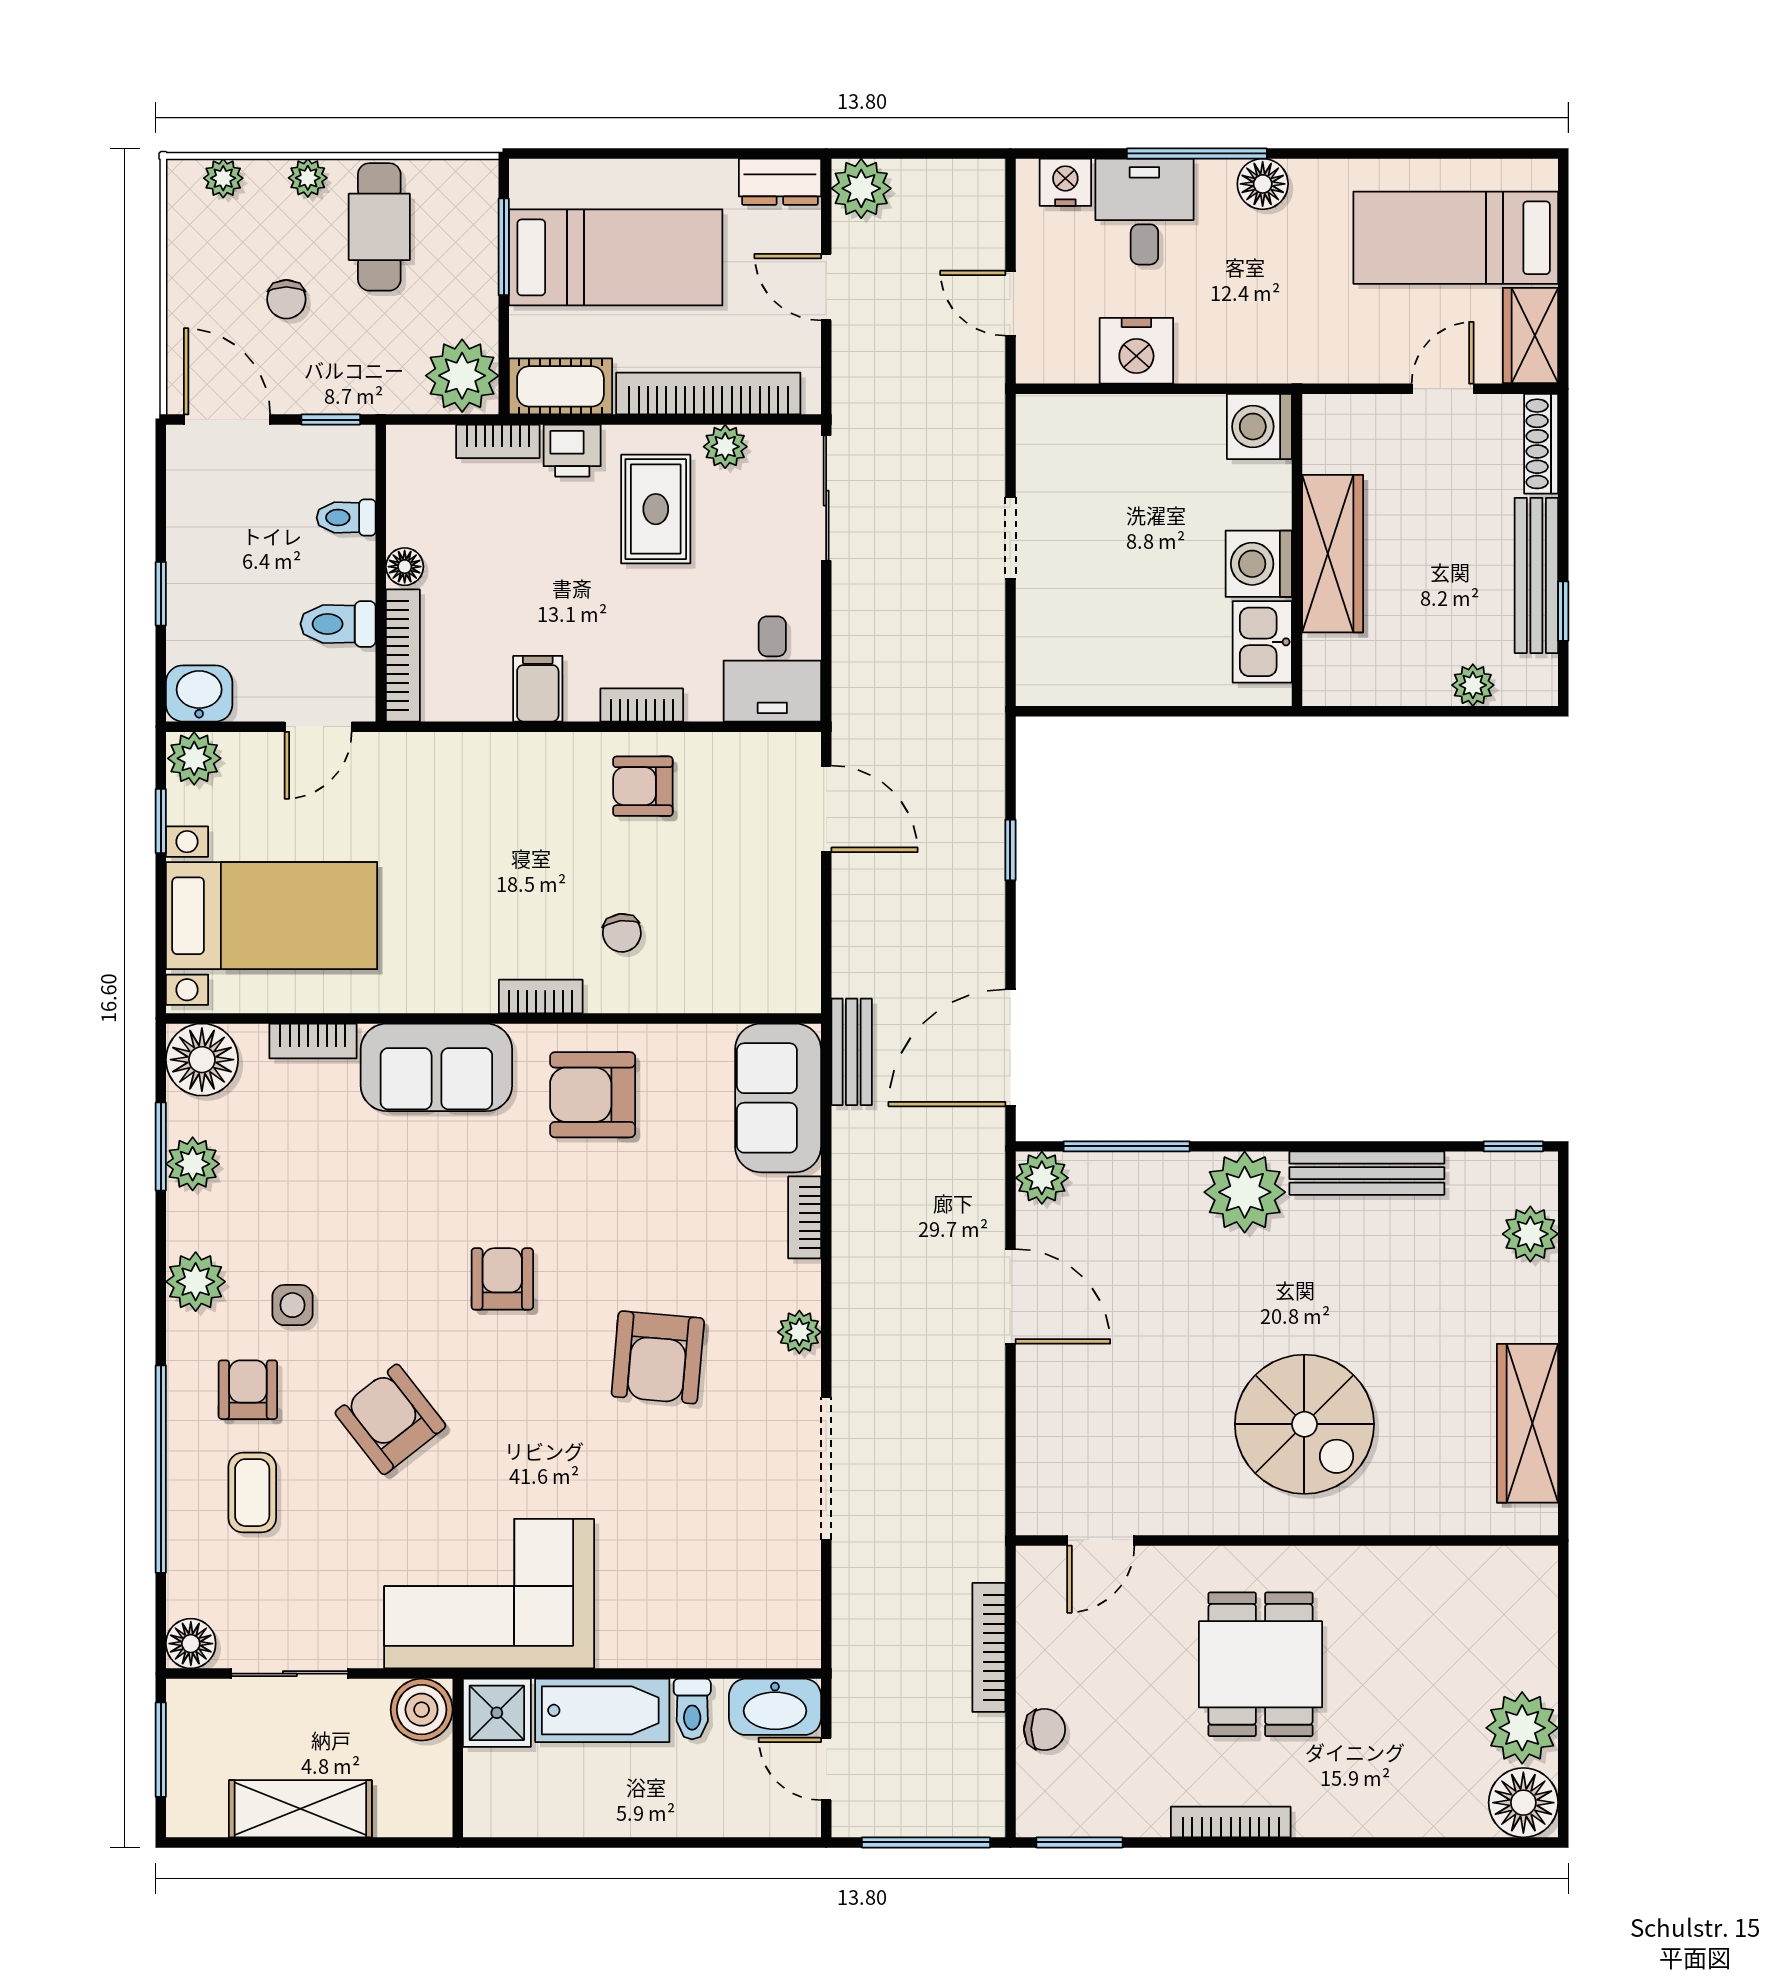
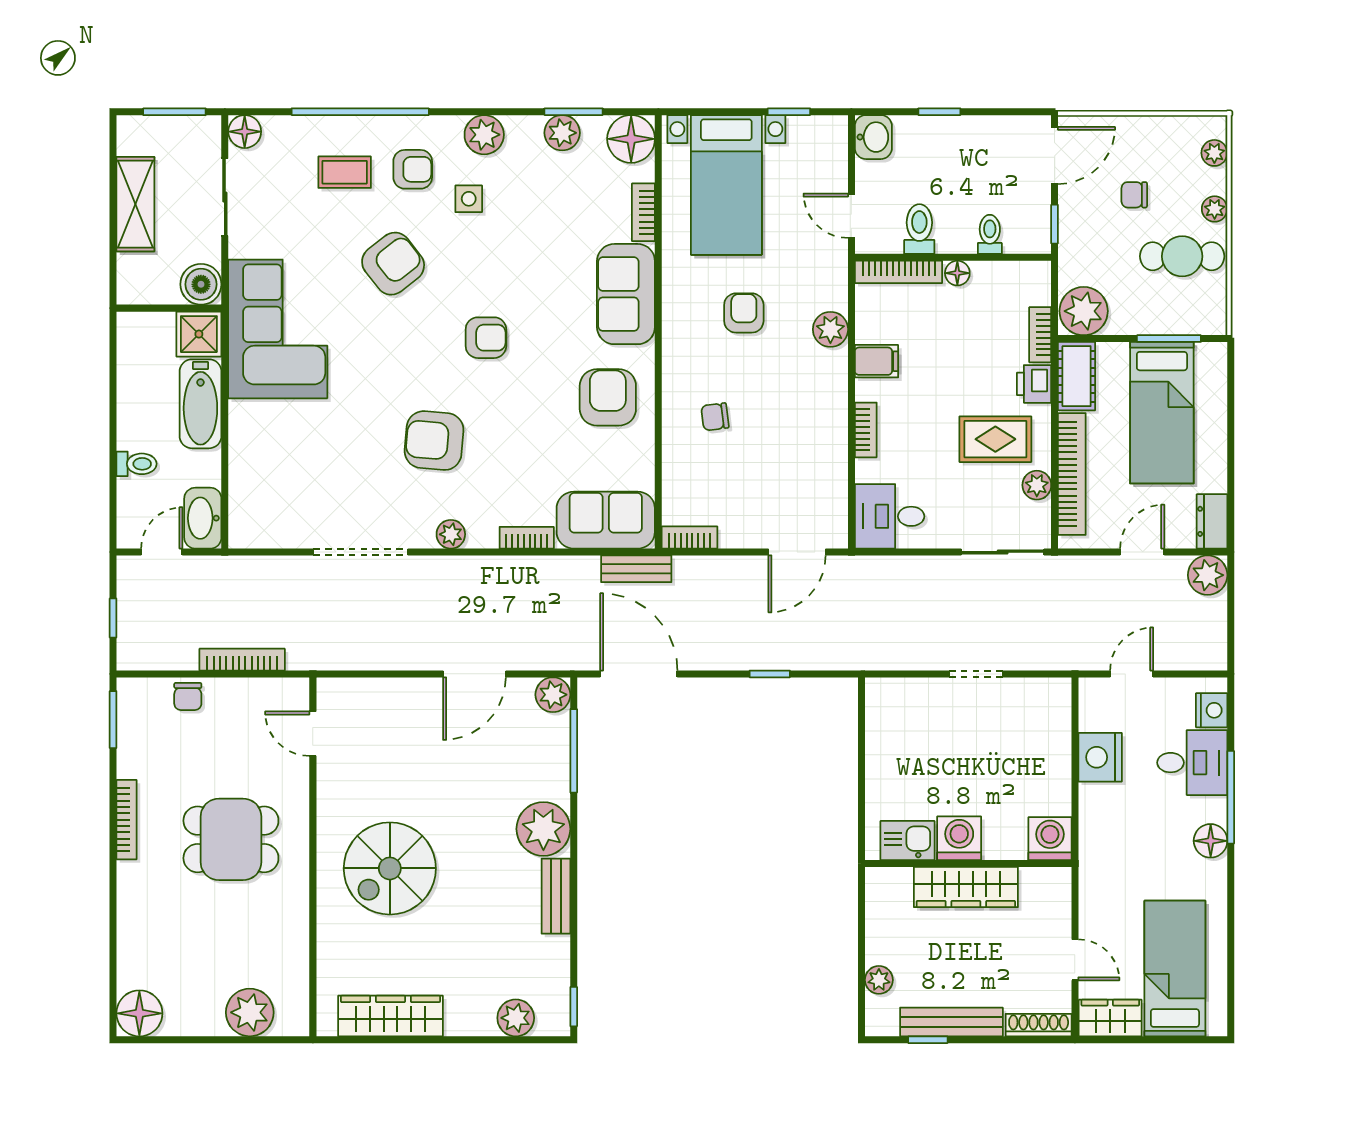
plant: (194, 758) -> (830, 329), moved
armchair: (643, 786) -> (744, 313), moved
bookcase: (541, 997) -> (689, 537), moved, turned -90
bench: (1367, 1173) -> (556, 896), width x0.73
toilet: (692, 1709) -> (137, 464), moved, turned 180
plant: (1522, 1728) -> (250, 1012), moved
window: (926, 1842) -> (113, 618), width x0.46

